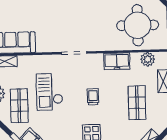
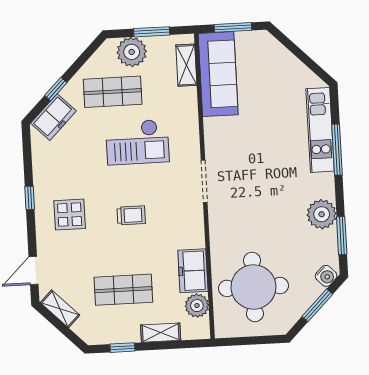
freezer: (117, 61) -> (193, 271), moved
checkout: (50, 92) -> (137, 142), turned 180

